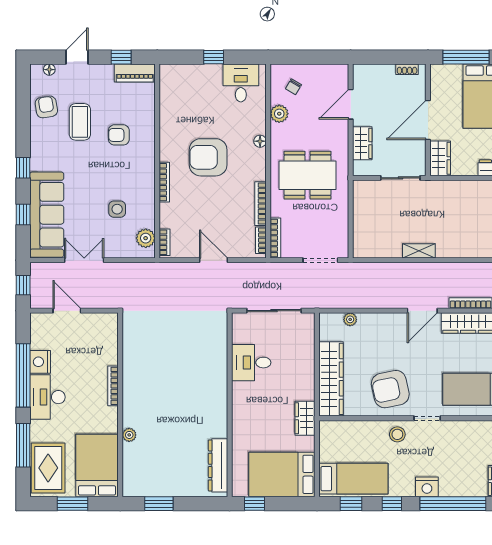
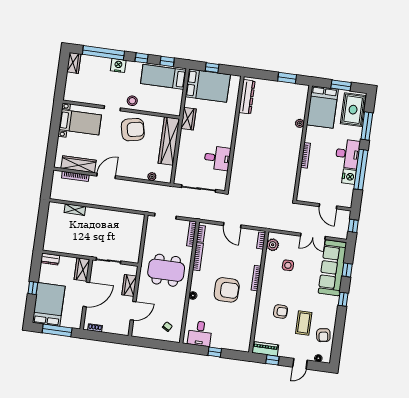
plant: (279, 114) -> (179, 311), removed
shelving: (419, 251) -> (75, 210), moved
window: (255, 504) -> (212, 68), moved

